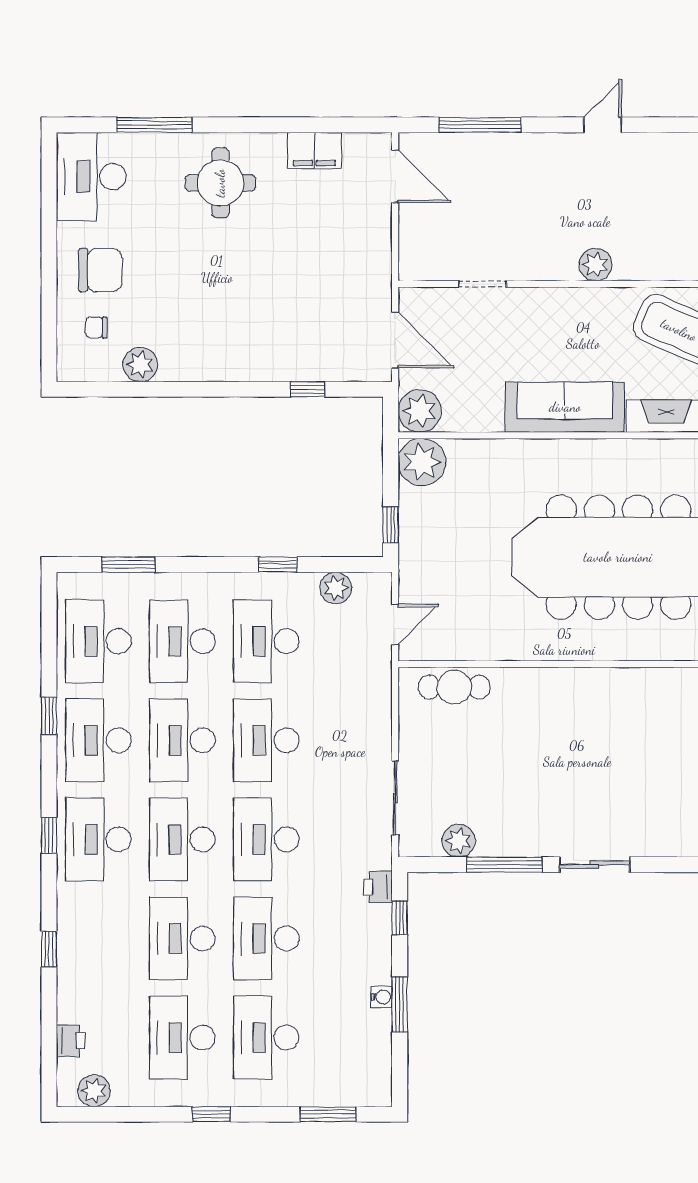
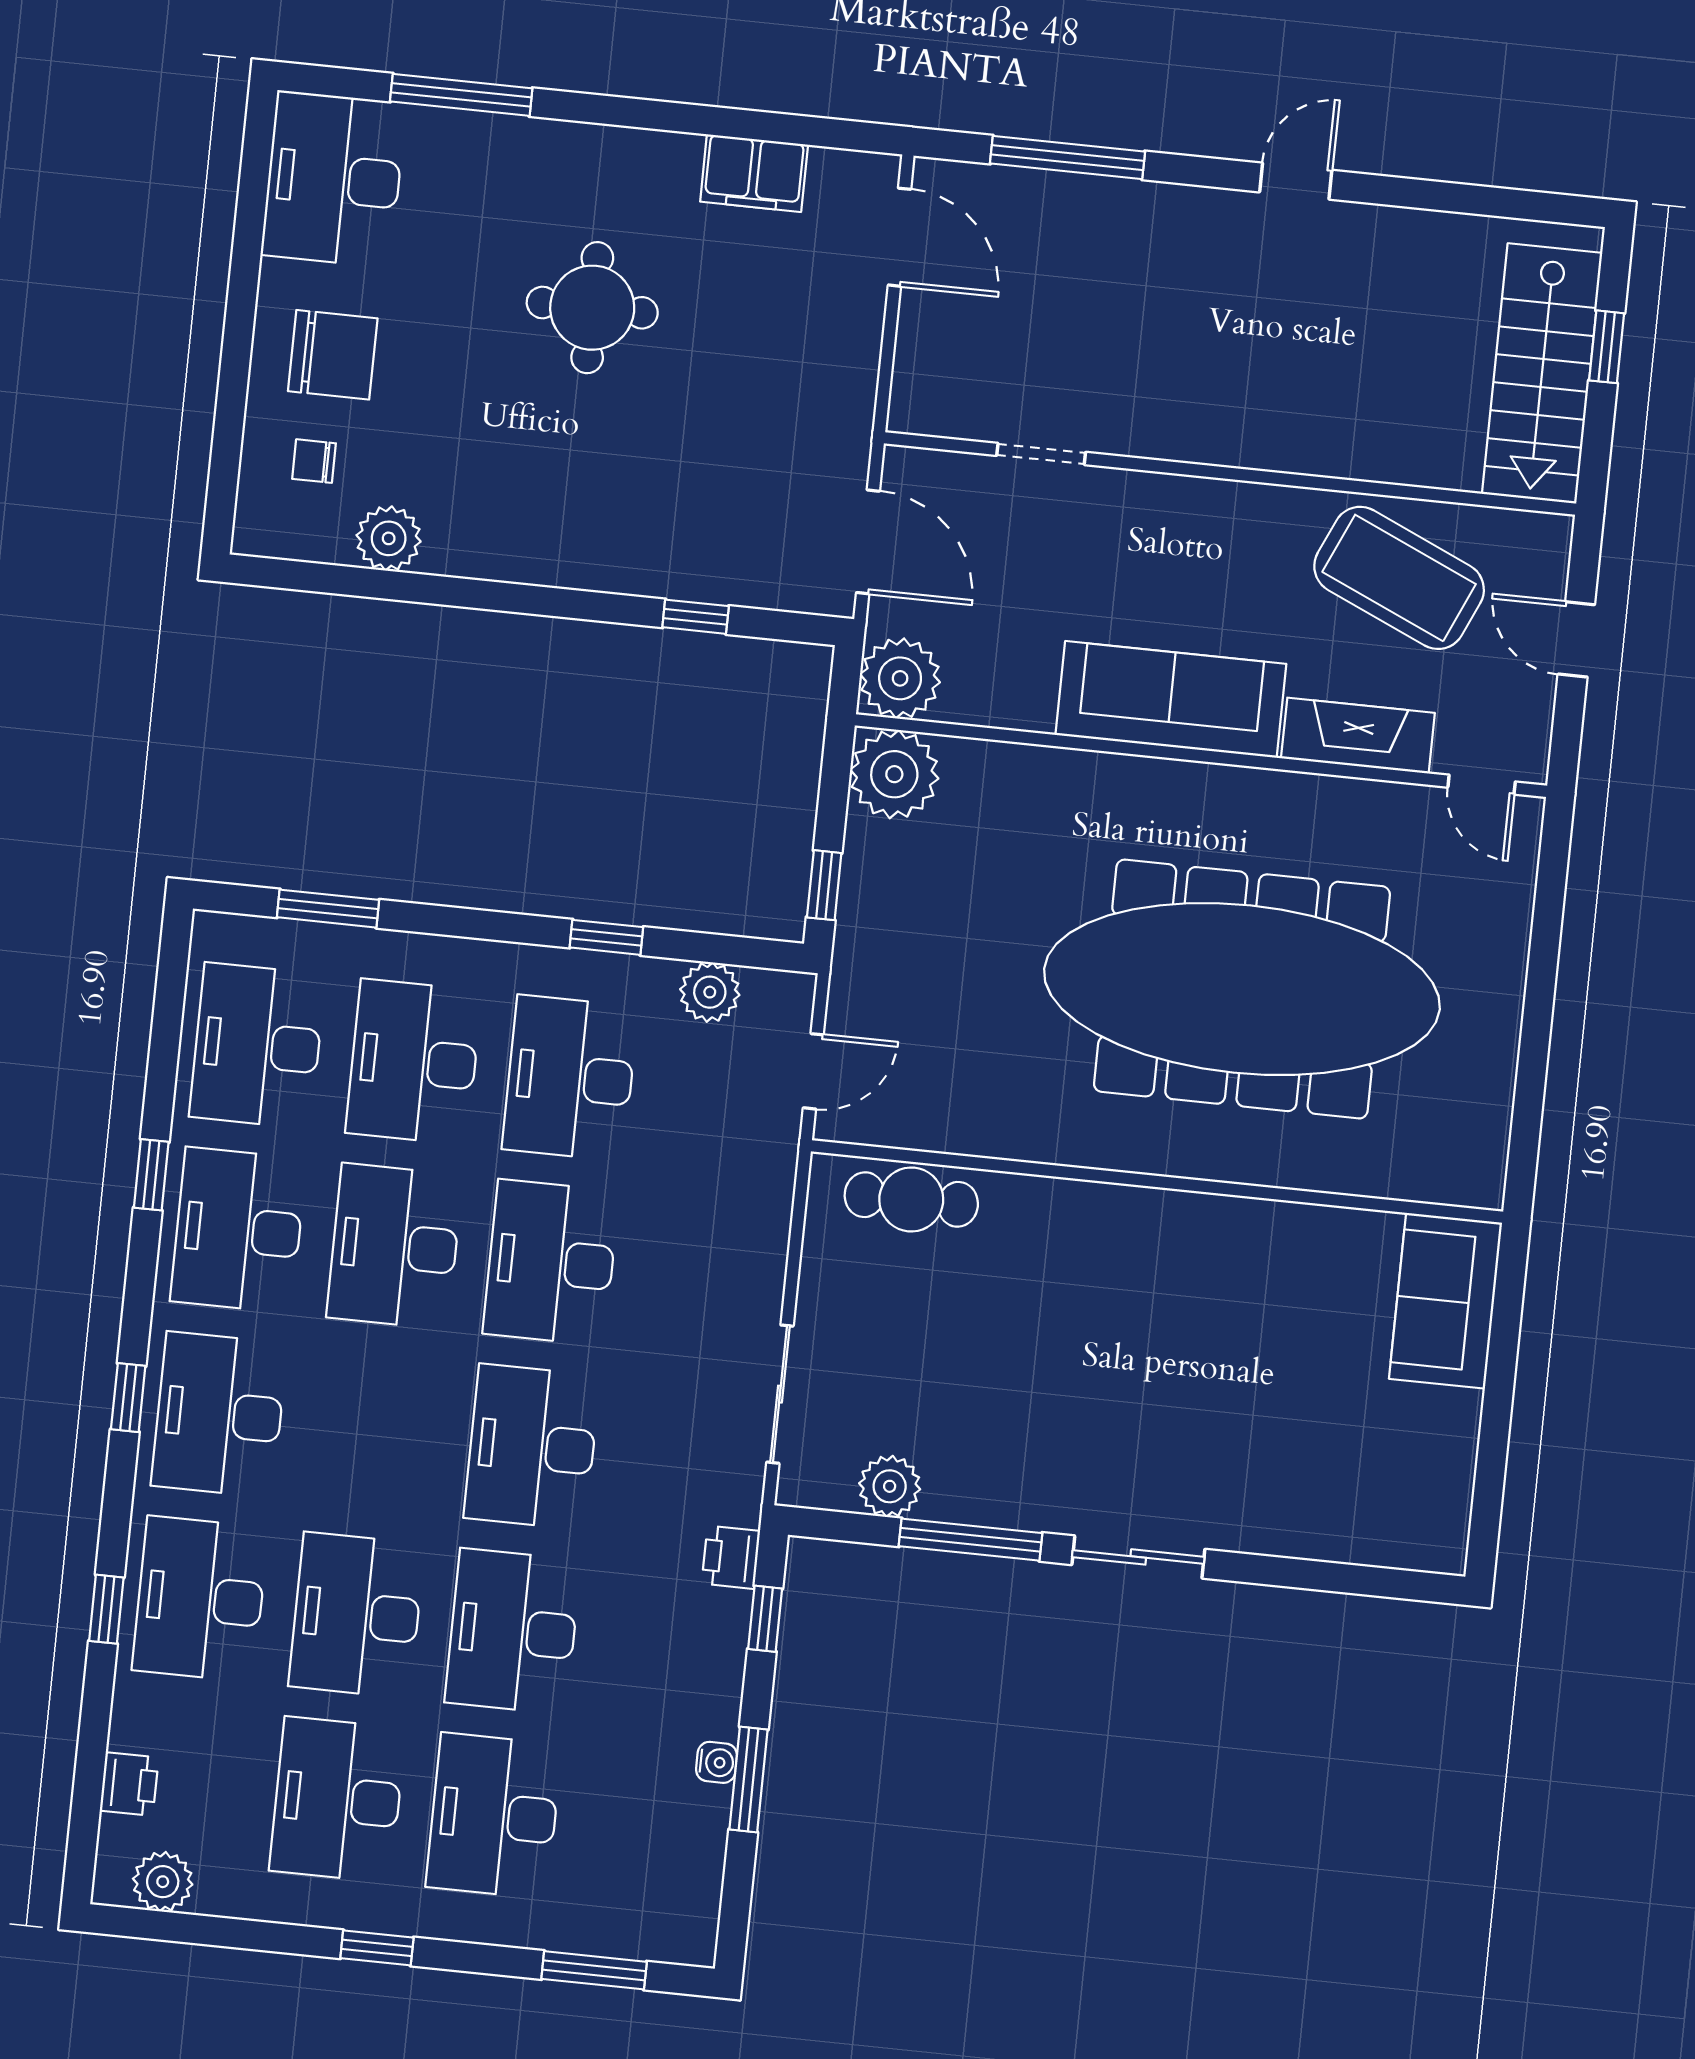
round table: (220, 183) -> (592, 308), moved
plant: (595, 264) -> (1256, 440), removed
desk: (182, 839) -> (200, 1599), moved

